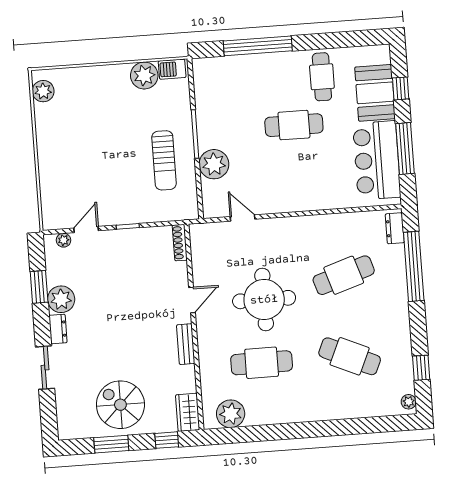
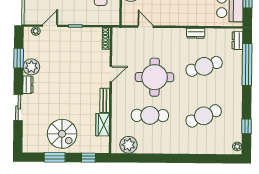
dresser: (325, 222) -> (196, 33), added
cafe table: (350, 356) -> (204, 116), turned -48
spiral stairs: (120, 405) -> (62, 134), turned 180
wardrobe: (188, 412) -> (103, 125), moved

